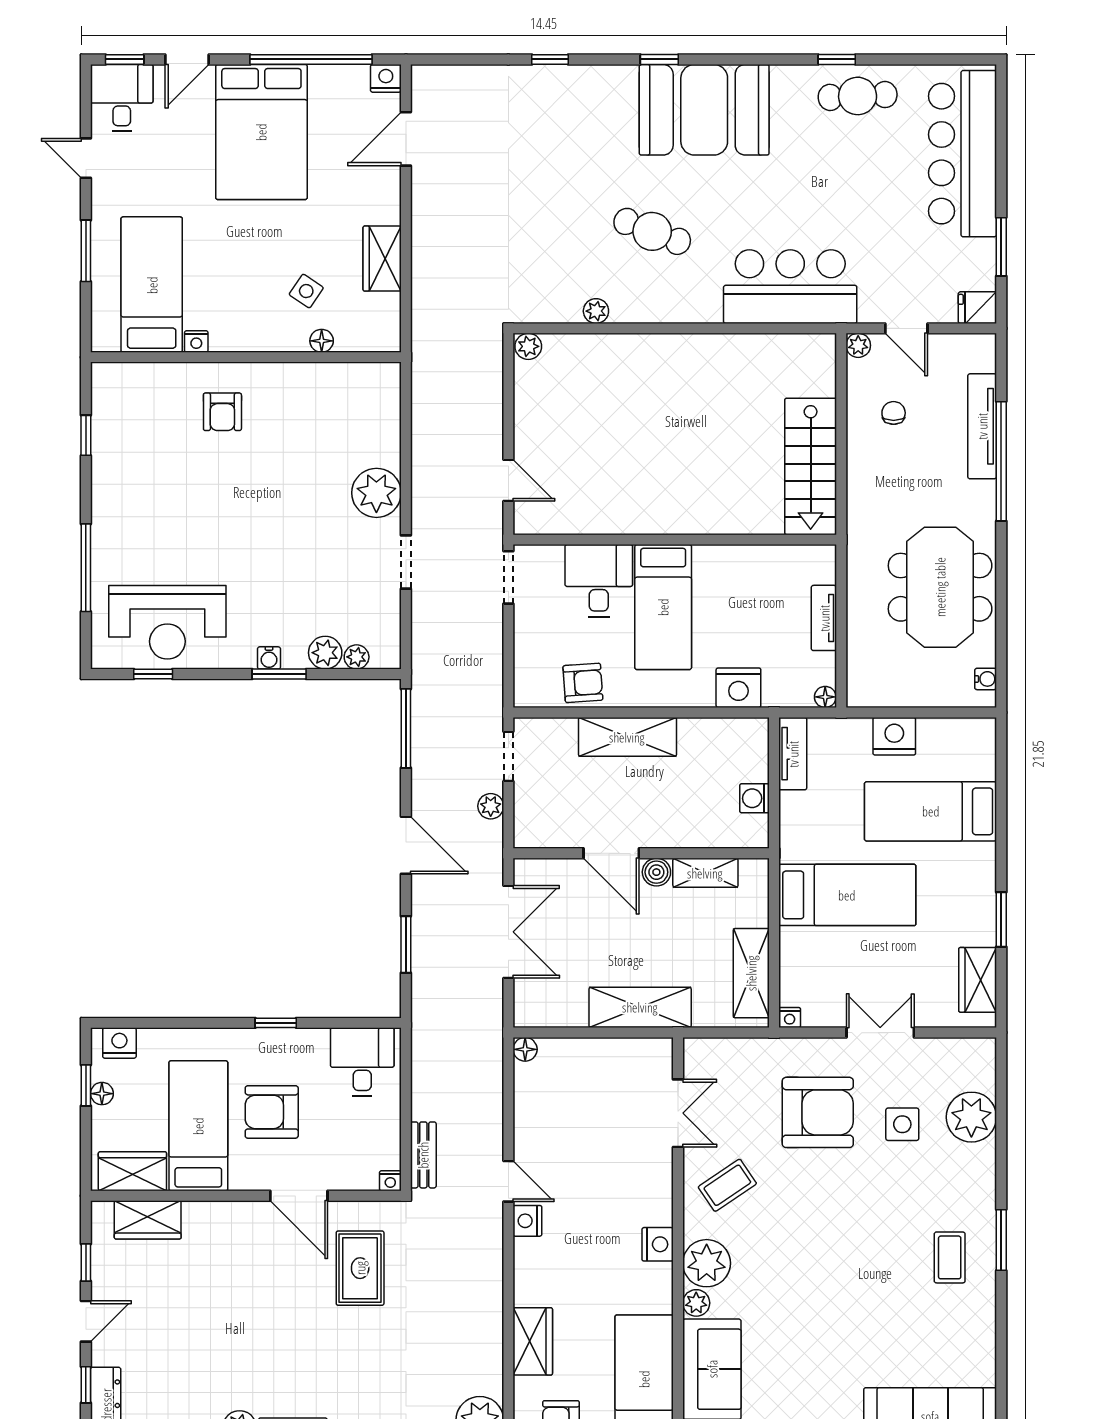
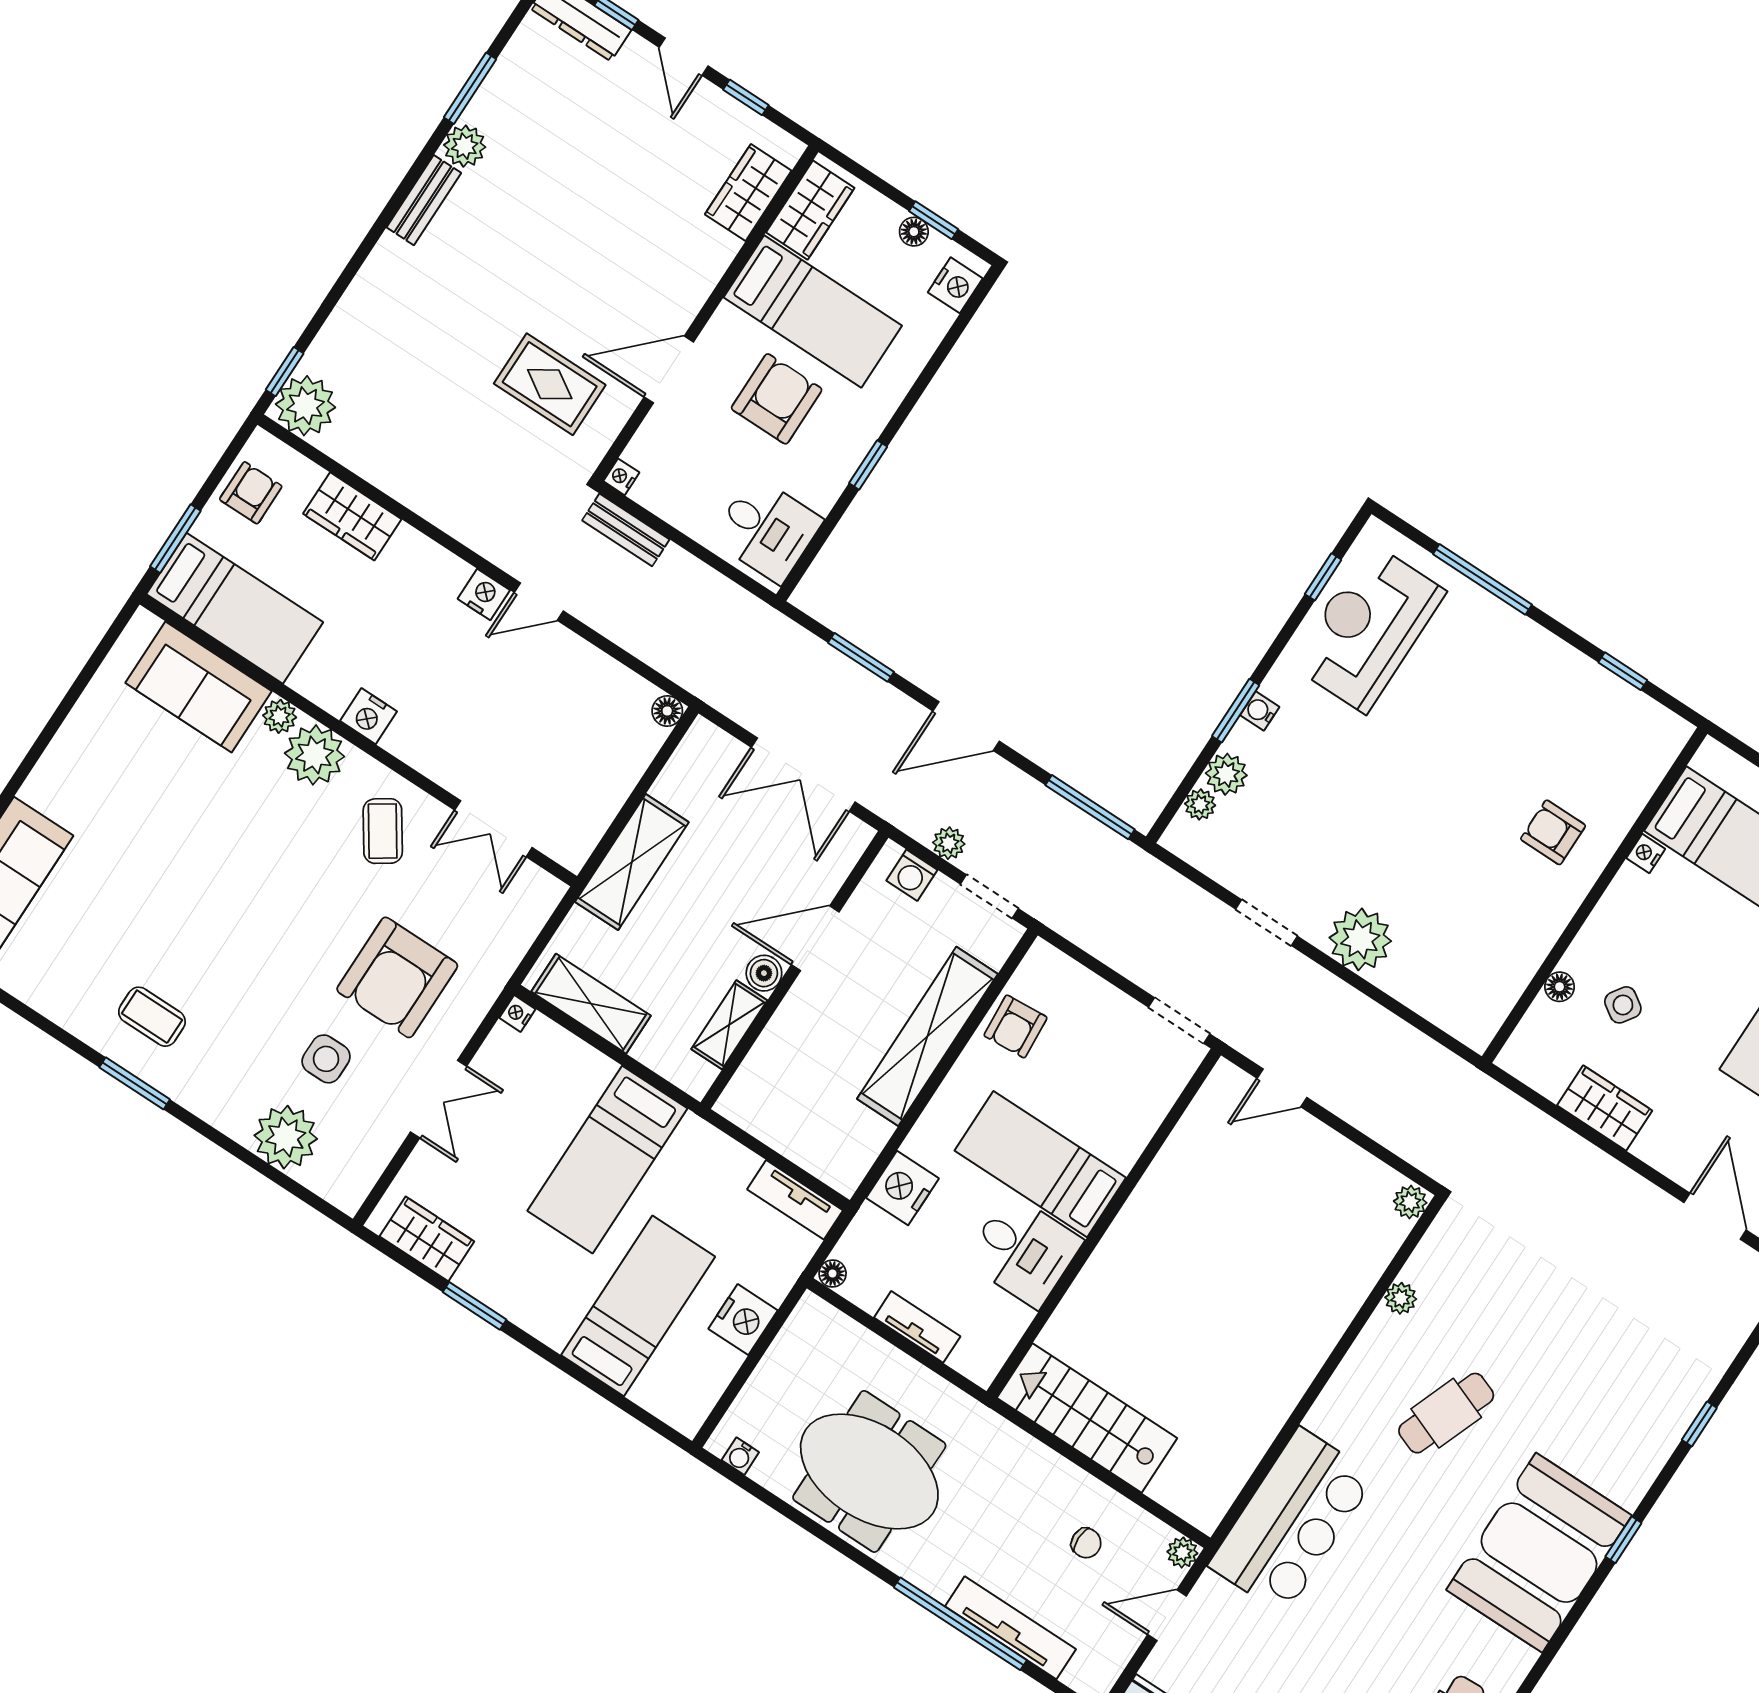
desk: (599, 581) -> (1023, 1251), moved
shelving: (627, 737) -> (927, 1036), width x1.47
washing machine: (754, 798) -> (912, 875), moved, turned 180

